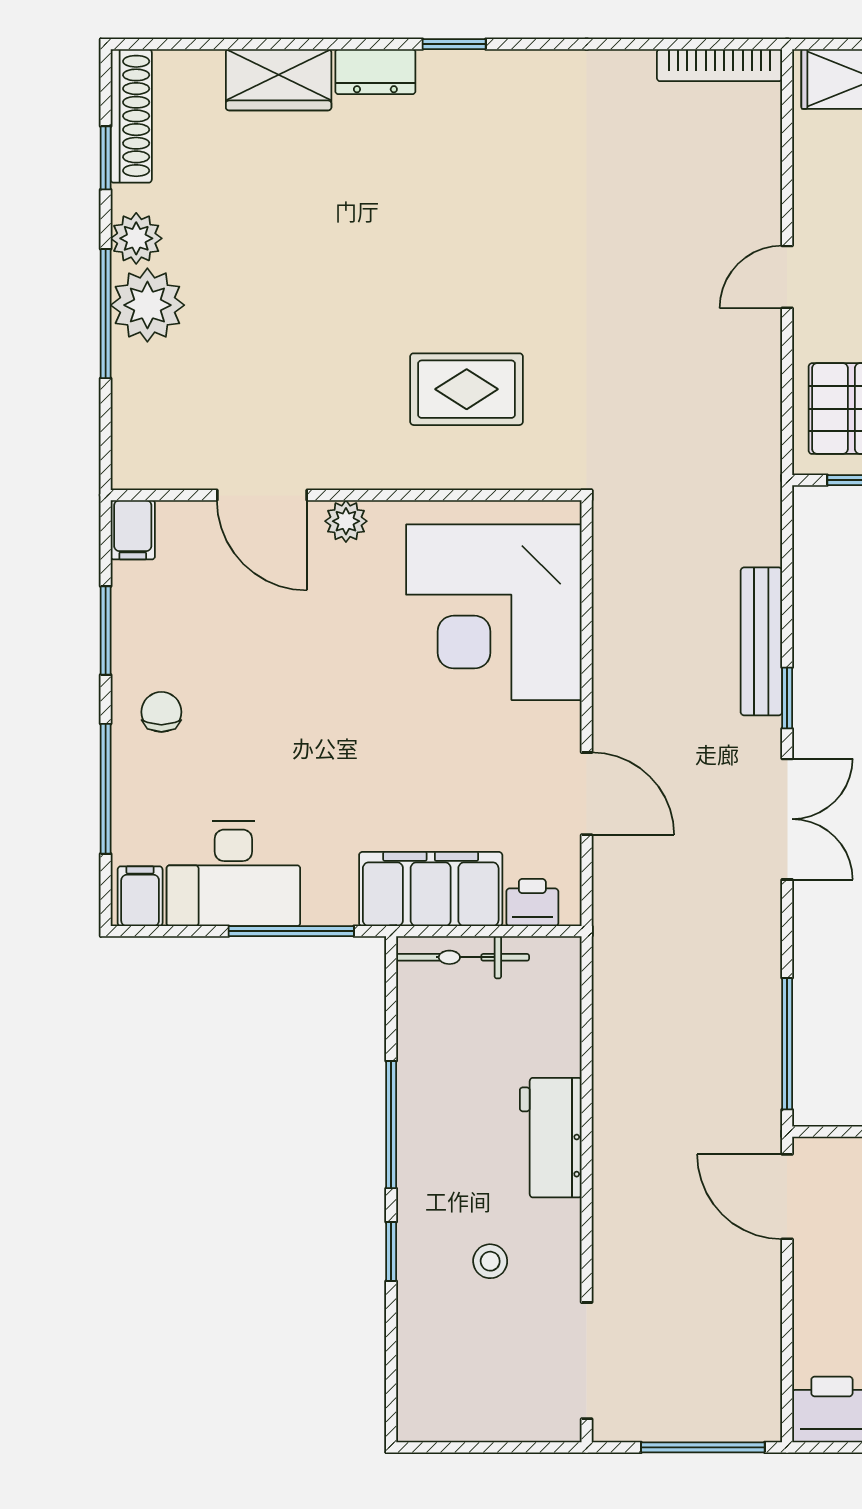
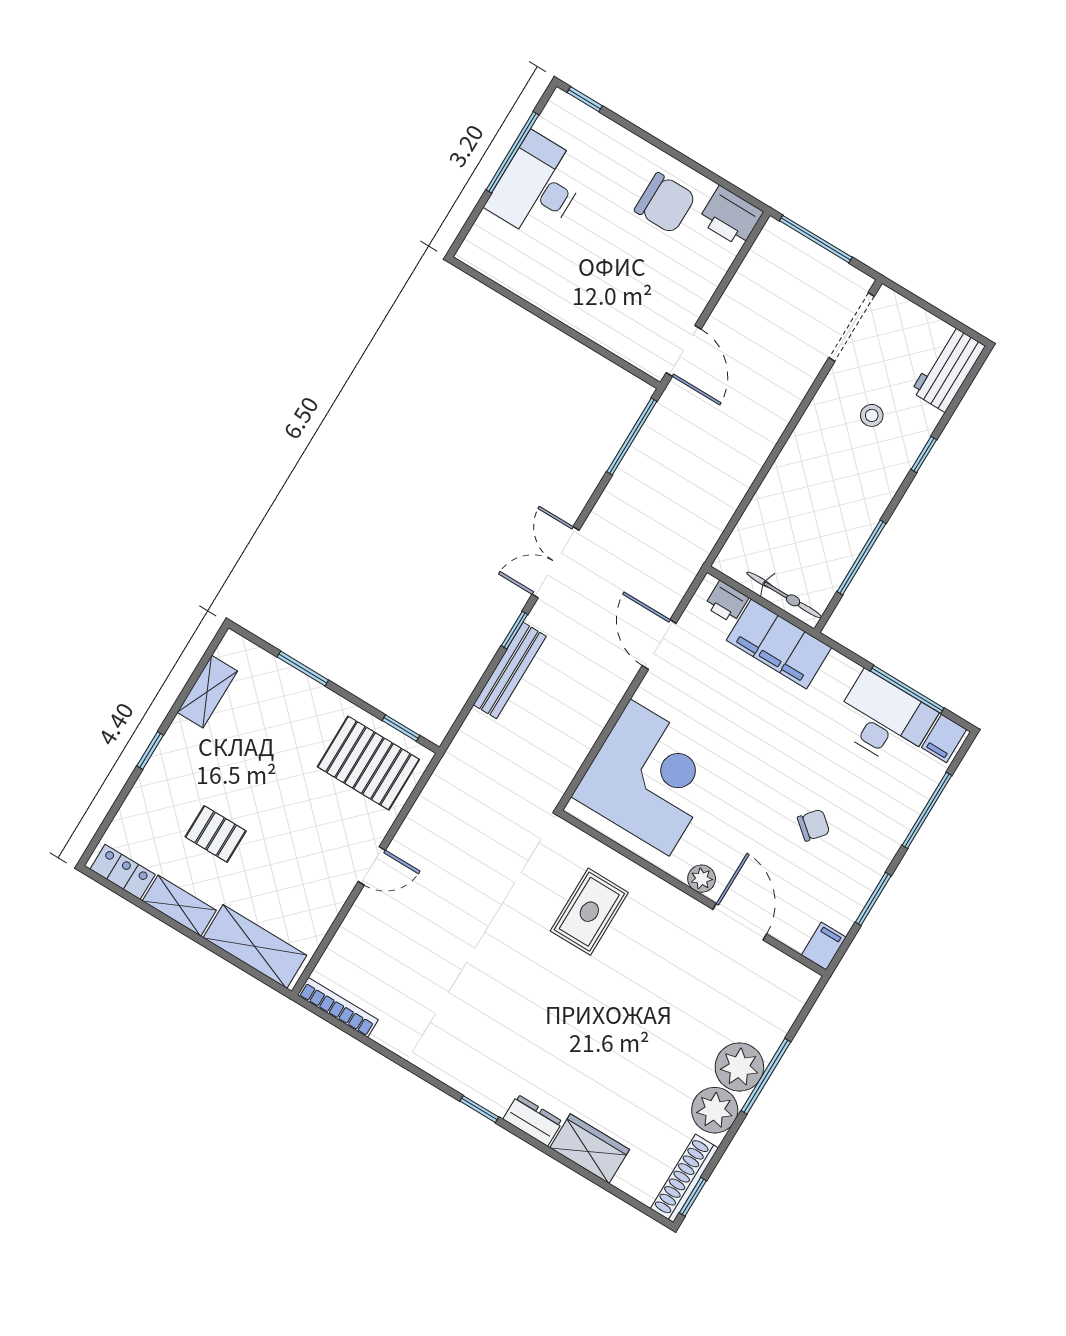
window: (106, 158) -> (693, 1197), moved
plant: (136, 238) -> (715, 1110), width x1.36, depth x1.36
rug: (467, 389) -> (589, 912), turned 90
chair: (161, 712) -> (814, 825), moved, turned -140
window: (291, 931) -> (907, 689), moved
window: (391, 1125) -> (861, 557), moved
workbench: (551, 1138) -> (948, 369), moved, turned 180

